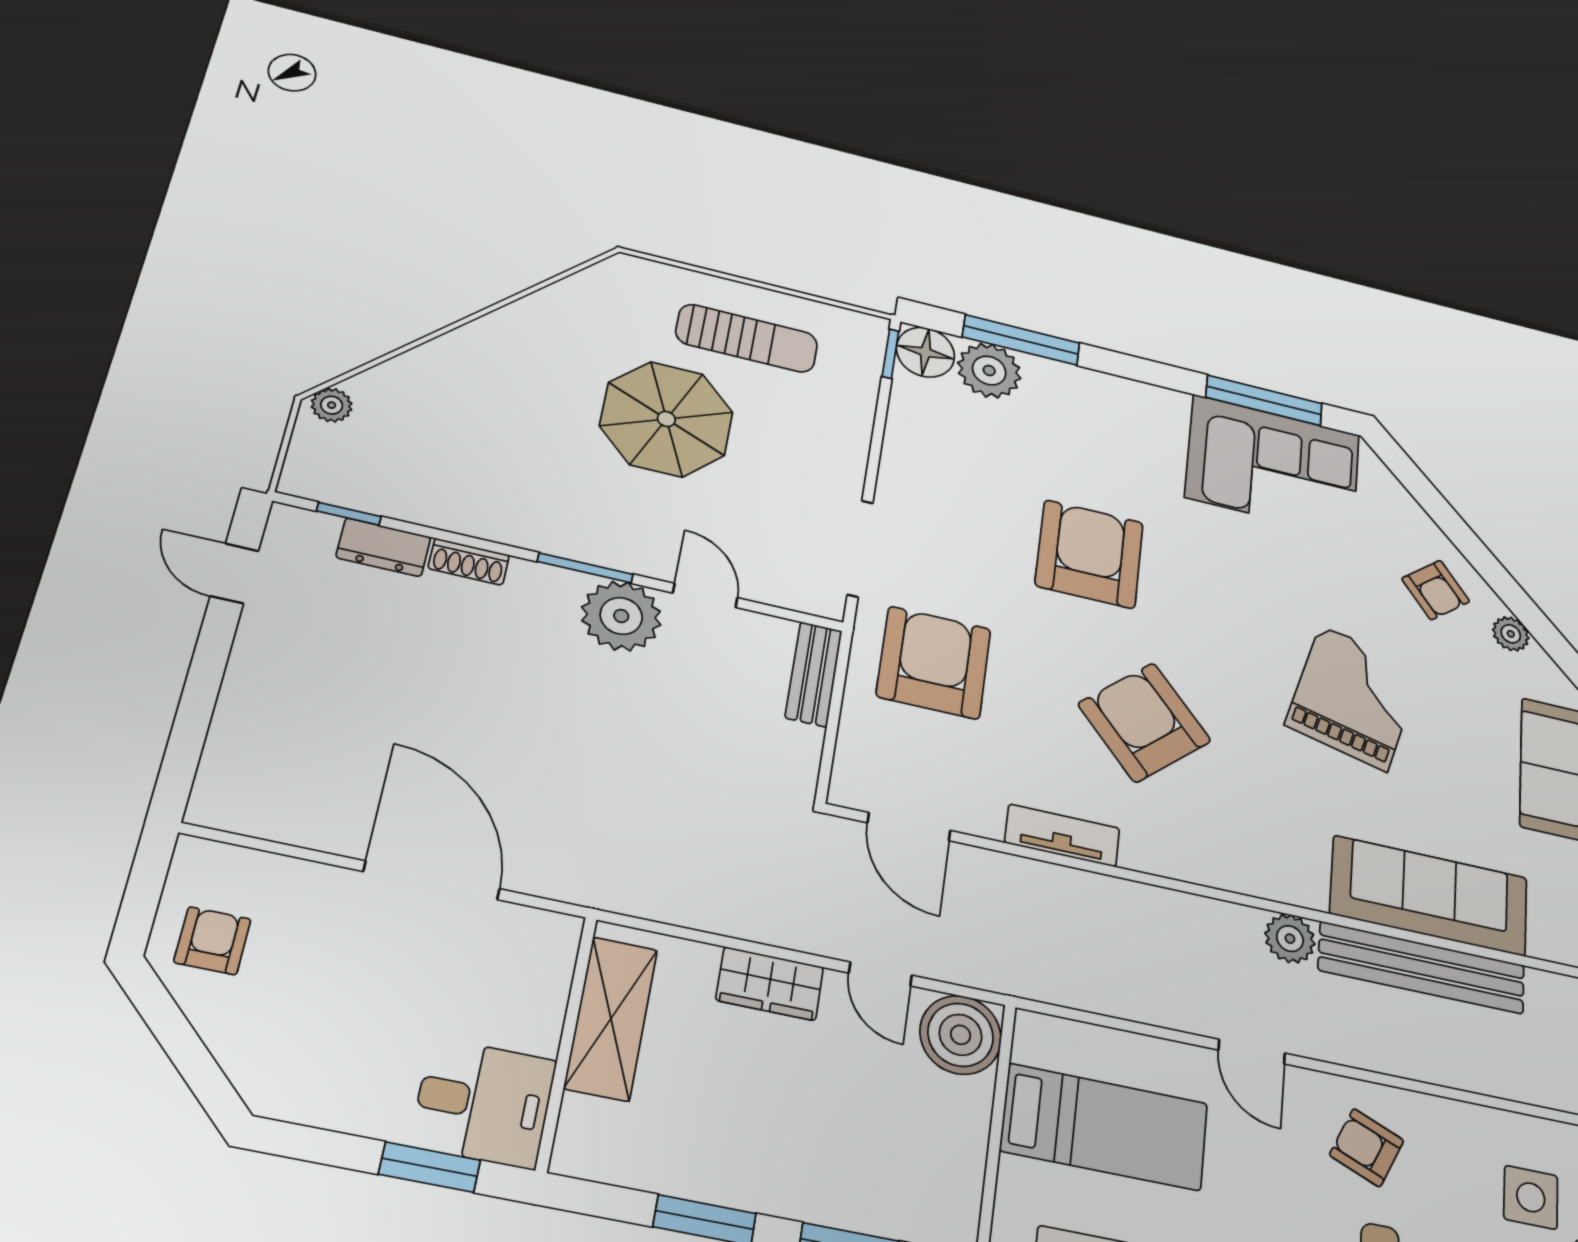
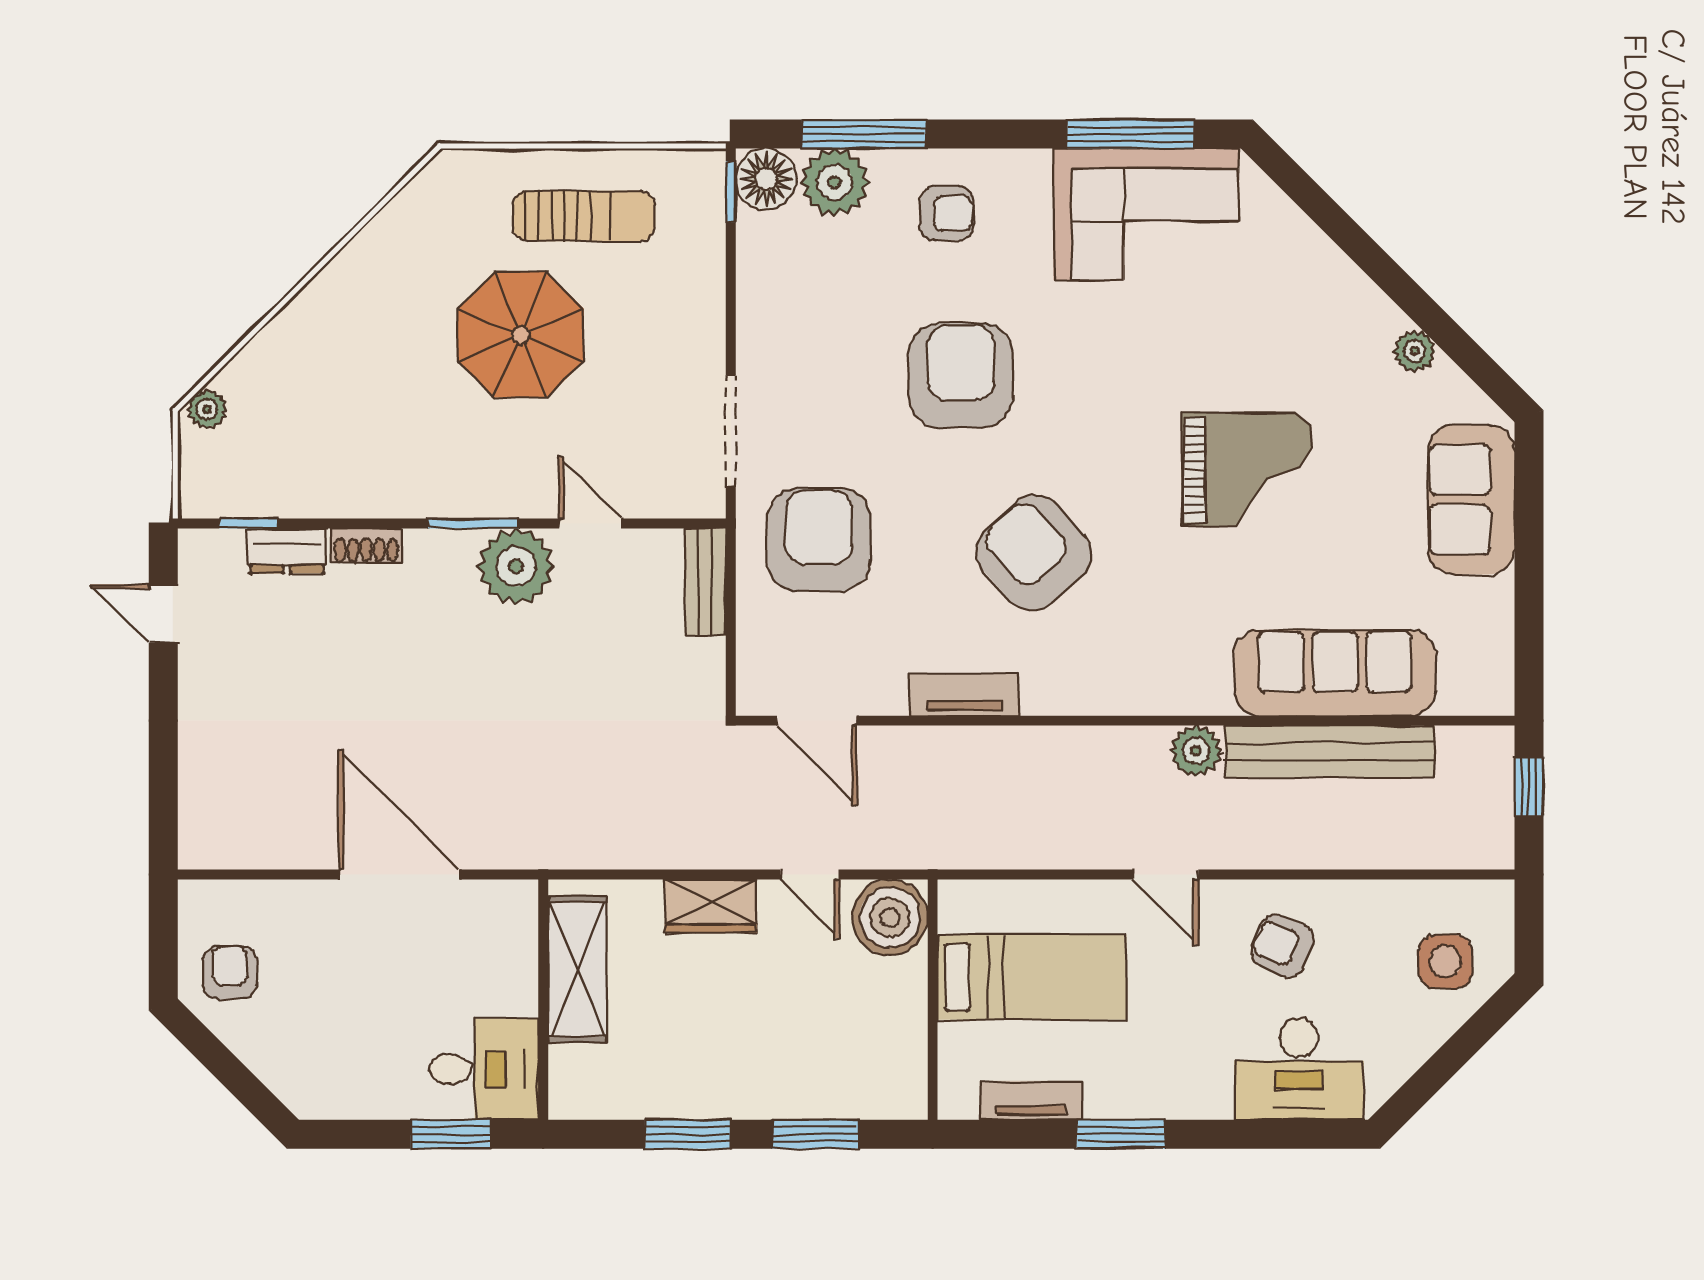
armchair: (1436, 590) -> (947, 213), moved, turned -51
grand piano: (1353, 697) -> (1247, 470), turned 76

